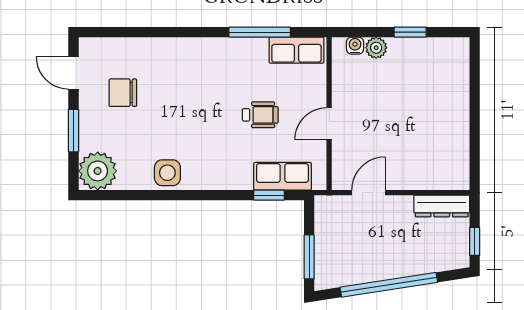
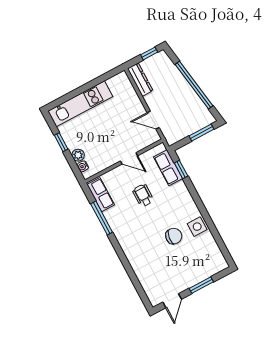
chair: (123, 93) -> (174, 236), moved, turned -82
kitchen unit: (454, 93) -> (80, 104), added
plant: (98, 171) -> (215, 262), removed

